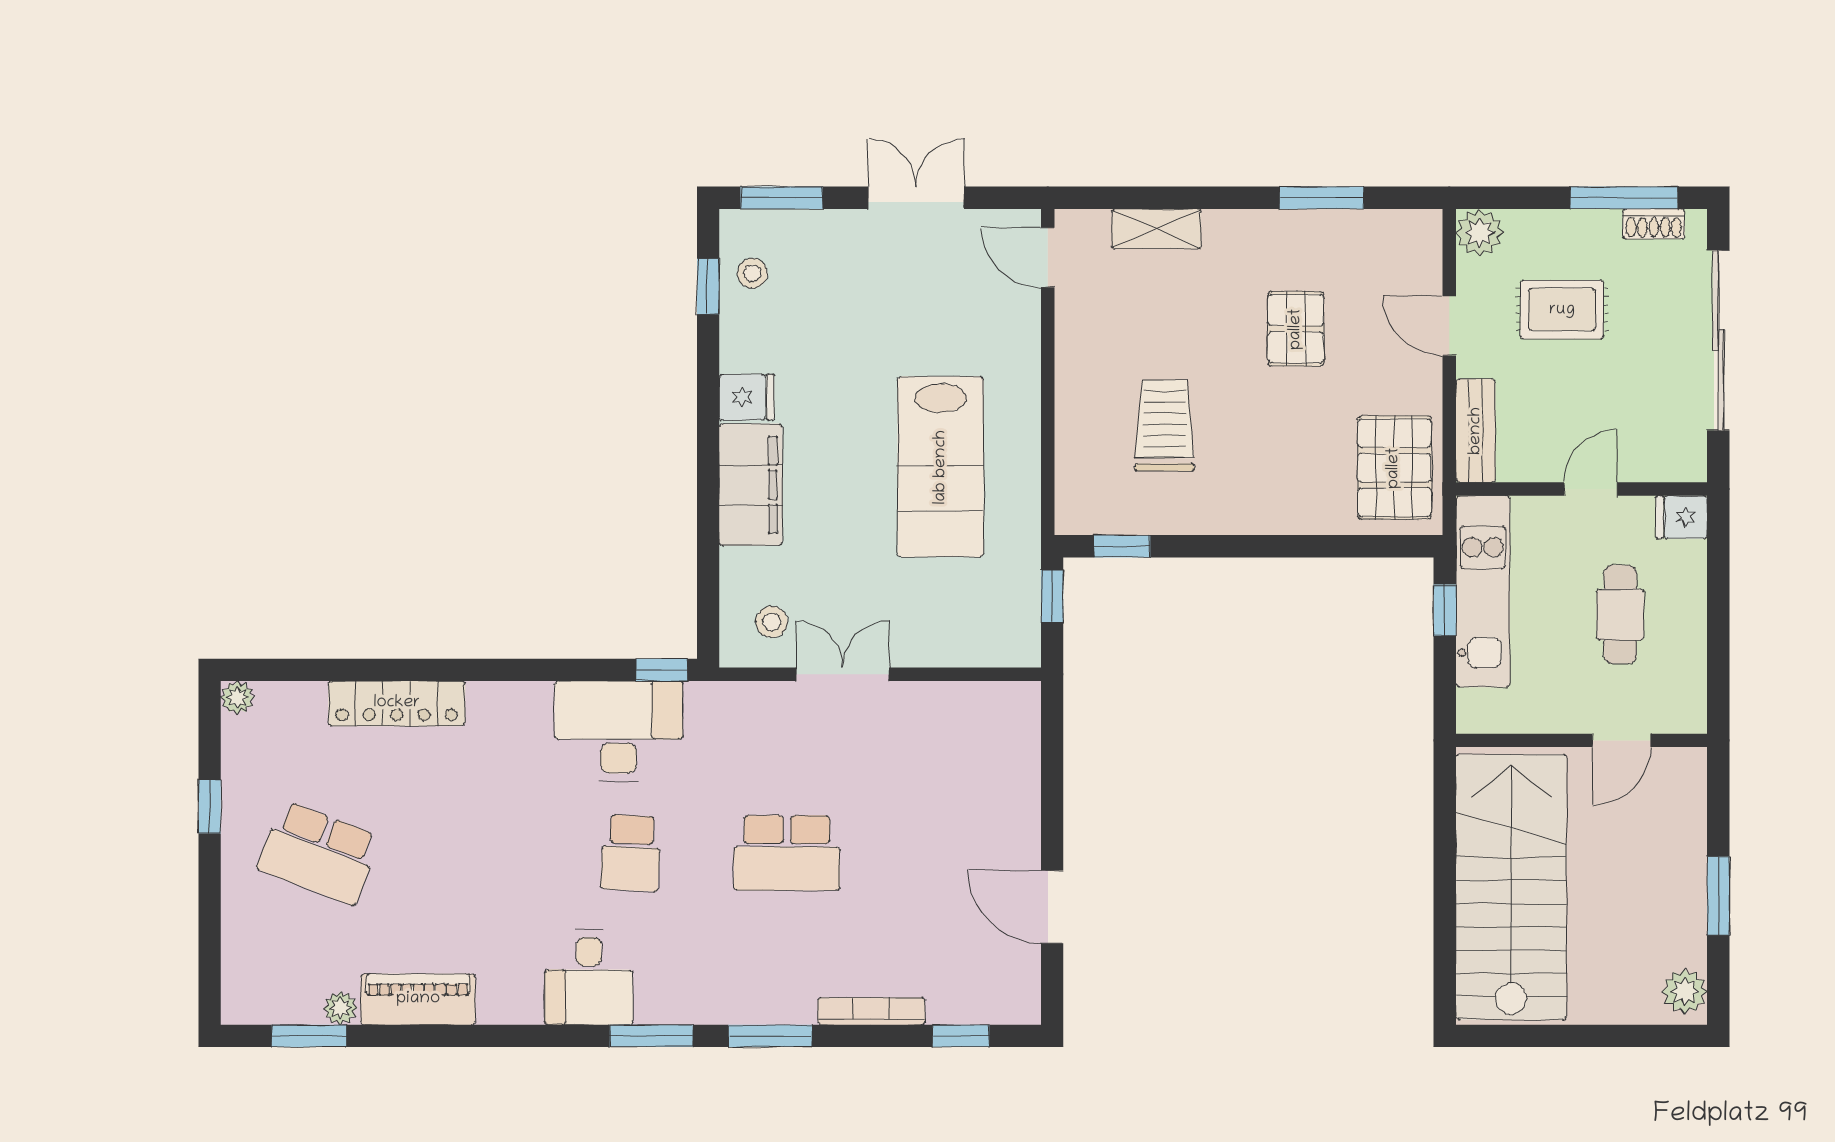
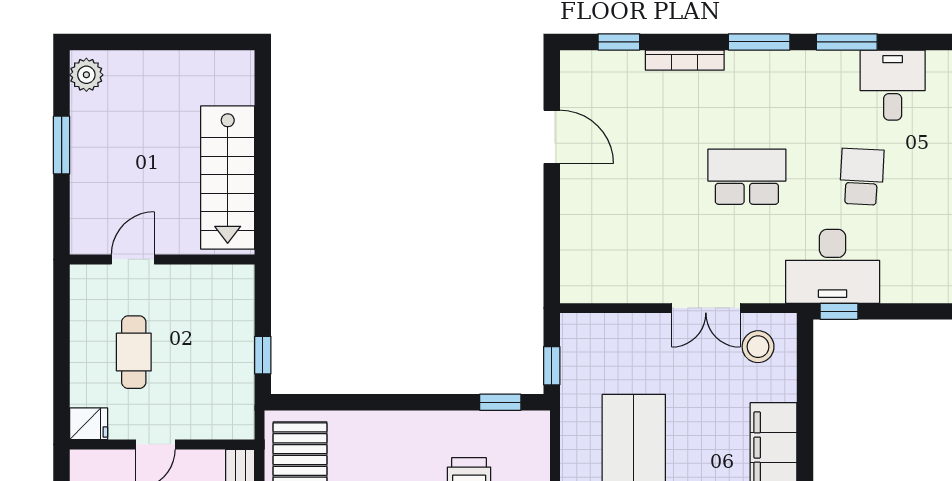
kitchen unit: (1483, 591) -> (235, 369), removed
stool: (772, 622) -> (758, 347), width x1.37, depth x1.37
desk: (619, 731) -> (833, 266), moved
stairs: (1511, 887) -> (228, 178), width x0.73, depth x0.66

